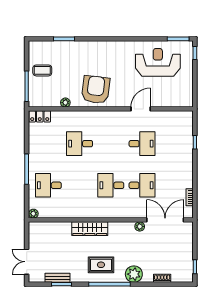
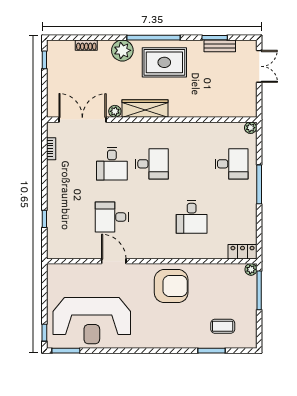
reception desk: (158, 62) -> (92, 321), width x1.36, depth x1.30
coffee table: (42, 70) -> (223, 326), moved
armchair: (96, 90) -> (171, 286), turned -97
plant: (65, 103) -> (251, 269), moved
door: (141, 109) -> (114, 261), swing flipped
desk: (80, 144) -> (192, 217), turned 90
desk: (142, 185) -> (112, 164), turned -90
double door: (165, 220) -> (82, 120), swing flipped
wardrobe: (90, 229) -> (145, 109), moved
rug: (101, 265) -> (164, 62), width x1.36, depth x1.43

